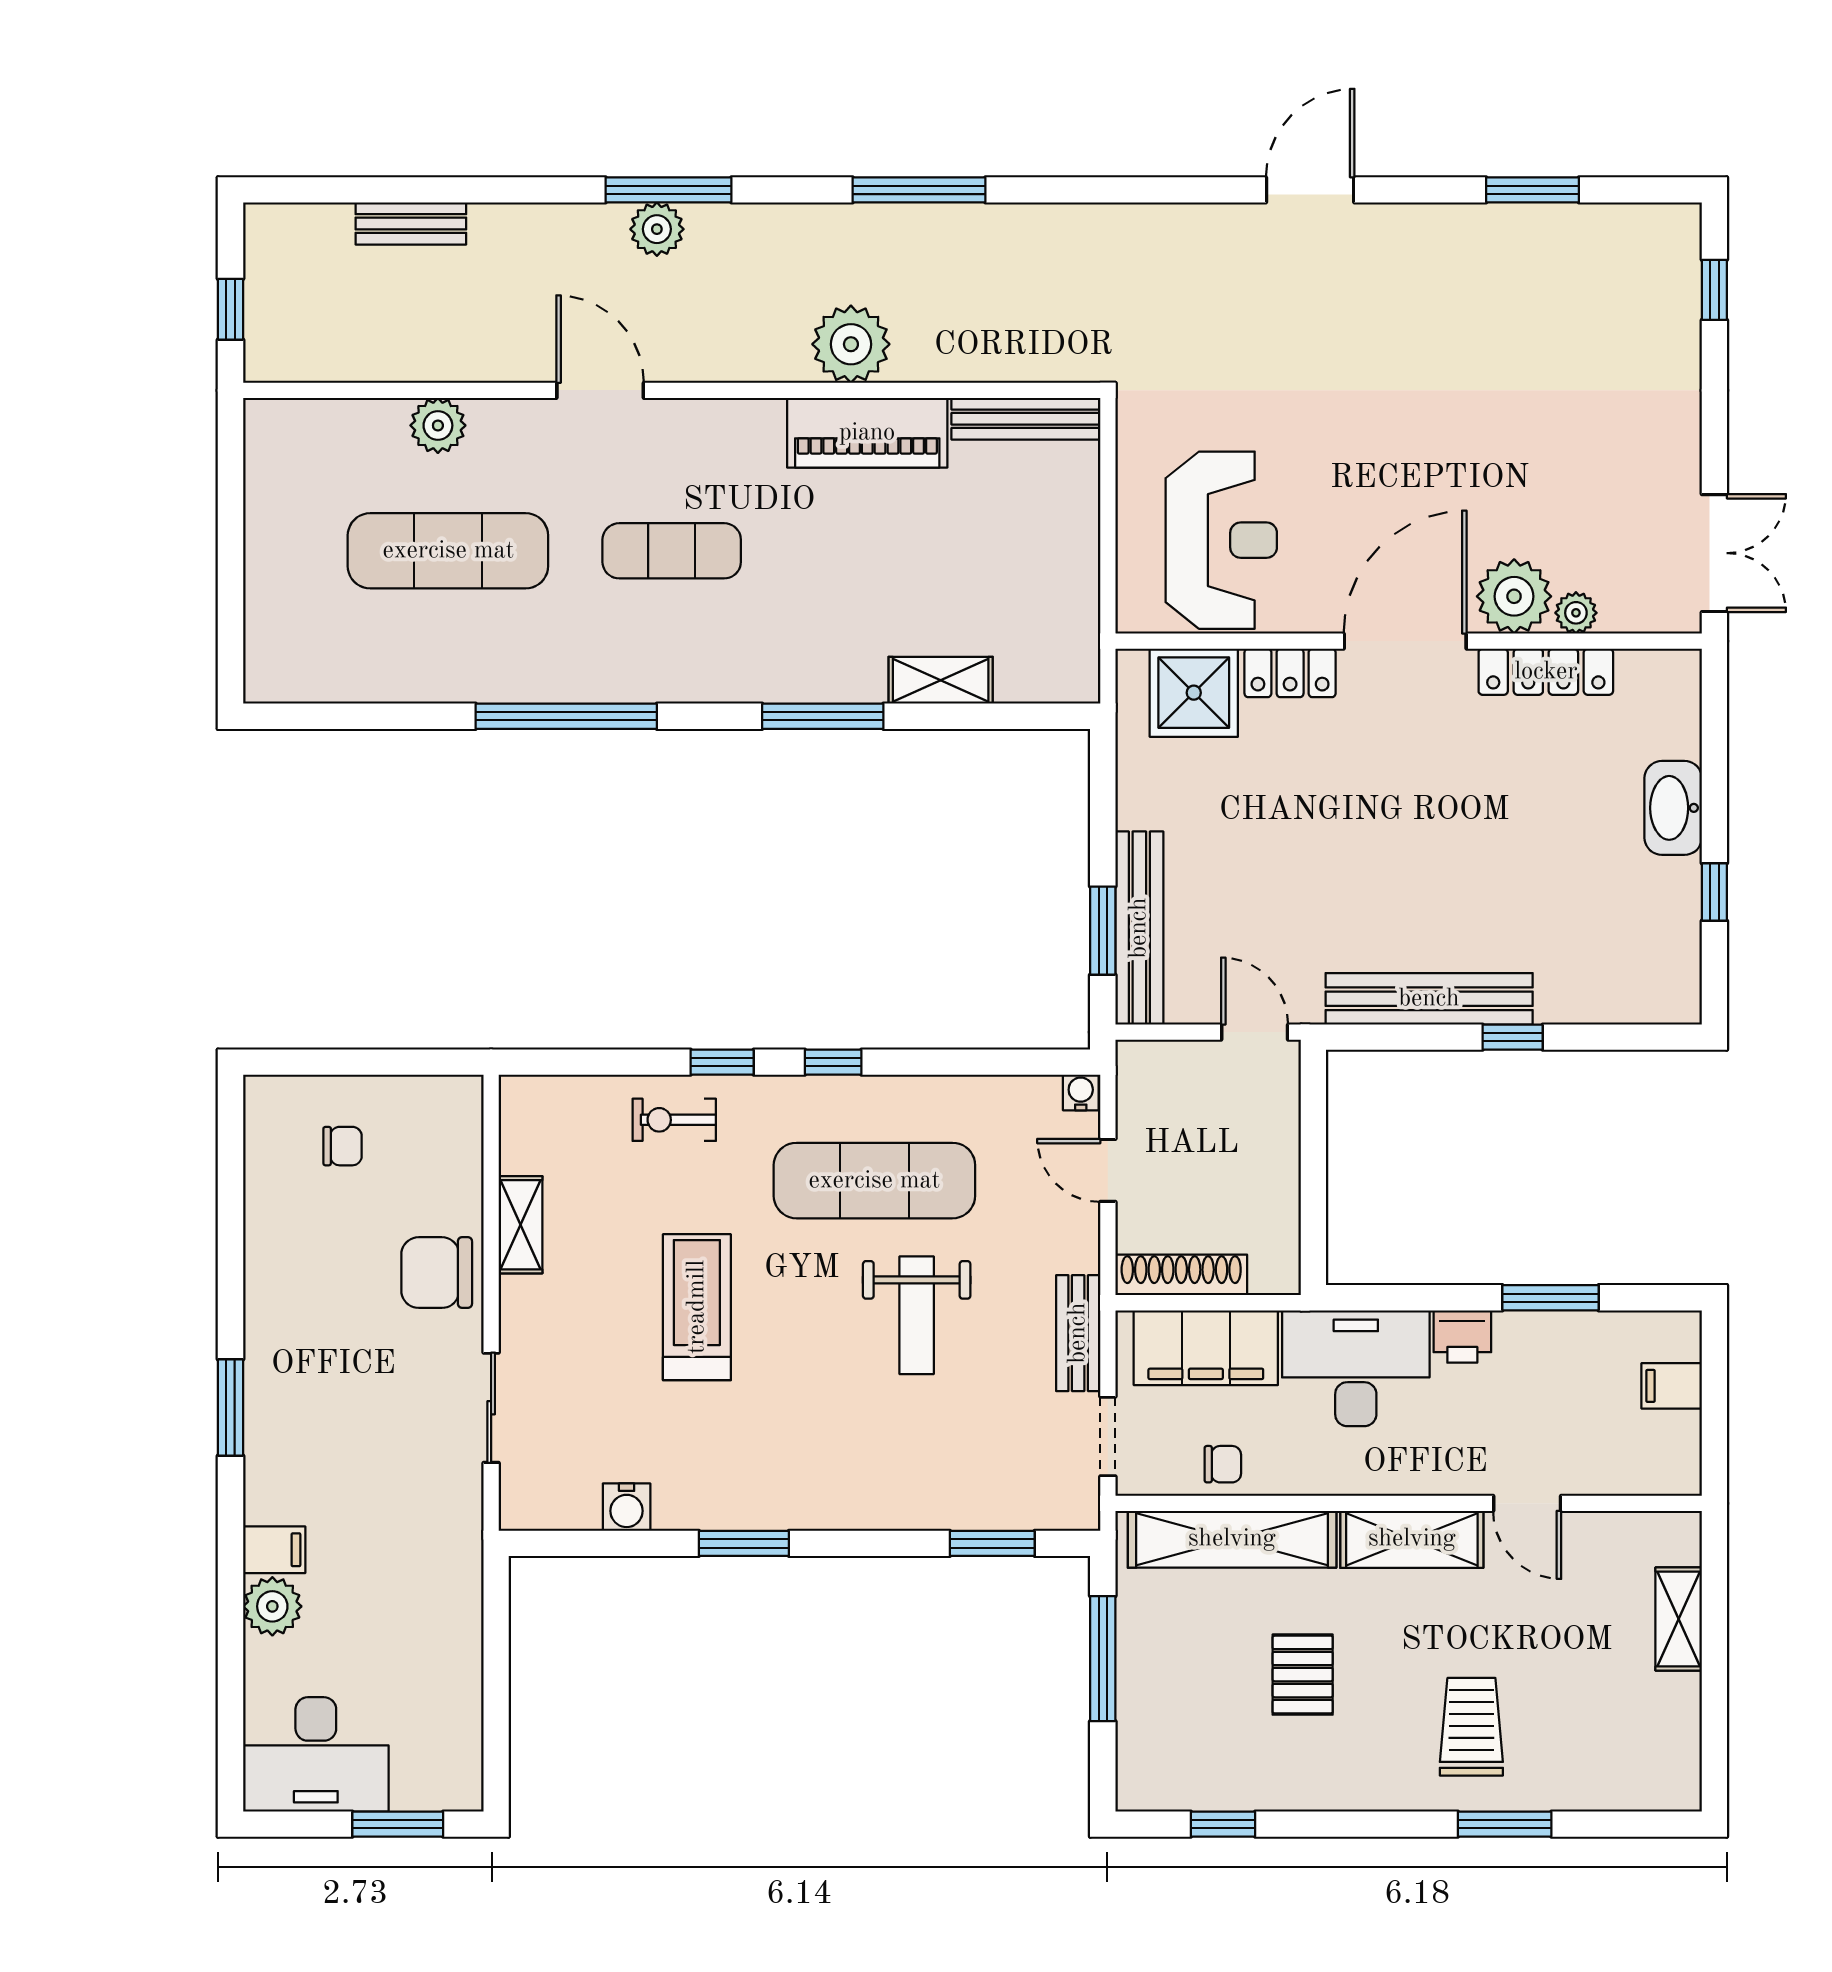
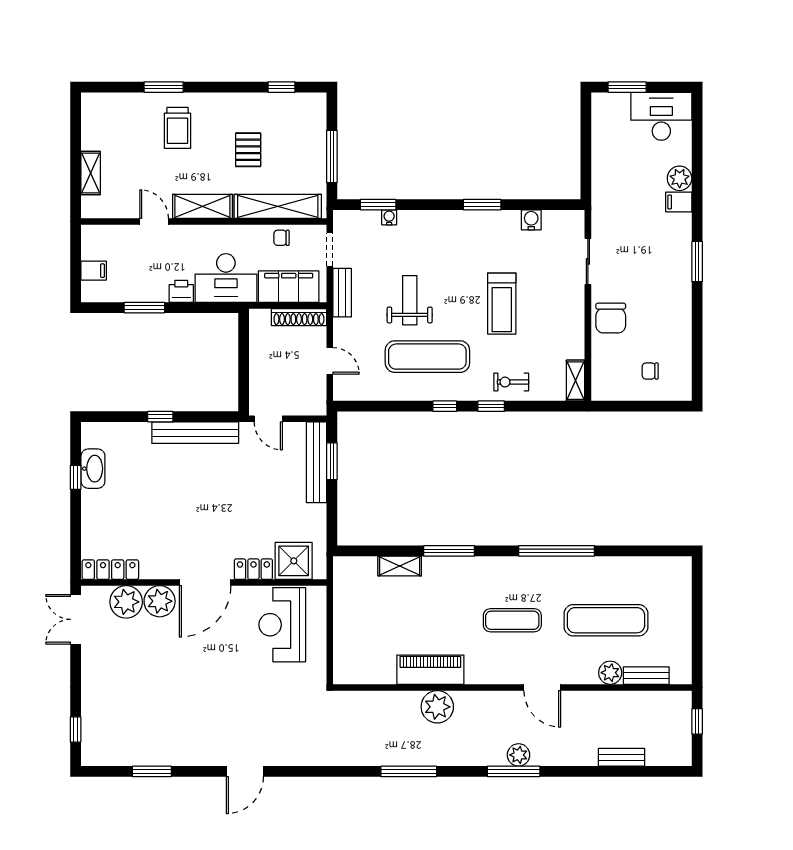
bench: (1026, 419) -> (646, 676), moved, width x0.73
plant: (1576, 613) -> (126, 602), width x1.88, depth x1.88
locker: (1546, 672) -> (110, 570), moved
washbasin: (1673, 808) -> (93, 469), moved
water cooler: (1081, 1092) -> (389, 217), moved, turned 180
exercise bike: (674, 1120) -> (511, 382), turned 180
shelving: (521, 1225) -> (576, 381), moved
chair: (437, 1273) -> (611, 318), turned 90

